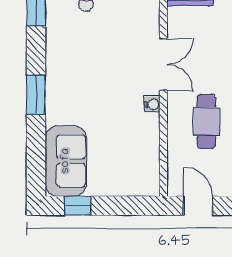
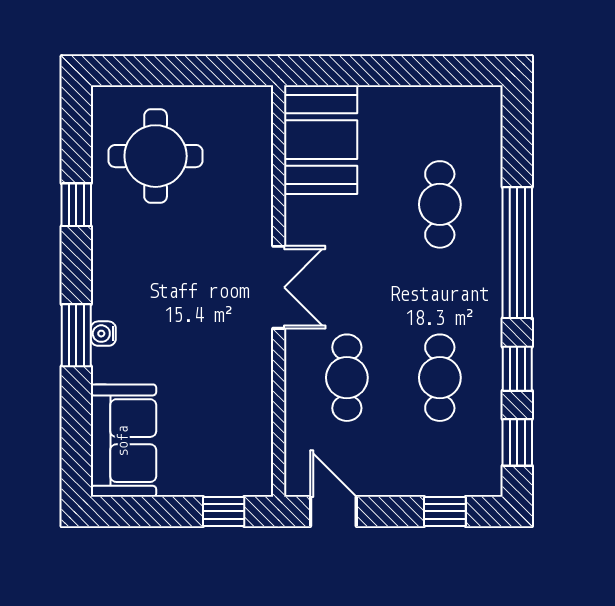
water cooler: (152, 104) -> (103, 334), moved, turned 180
window: (78, 206) -> (224, 511), moved

